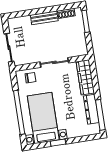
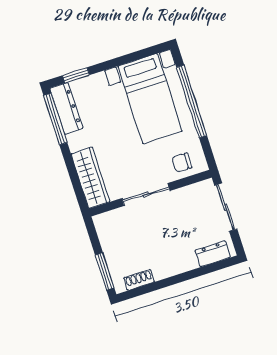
bench: (44, 18) -> (175, 266), removed
dresser: (21, 22) -> (213, 254), added
dresser: (91, 109) -> (66, 108), moved
window: (58, 143) -> (76, 75), moved

